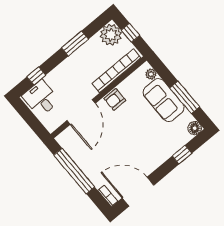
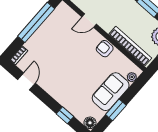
window: (185, 97) -> (116, 110), width x0.69
door: (81, 112) -> (89, 21), width x0.53
door: (138, 192) -> (27, 81), width x0.53

